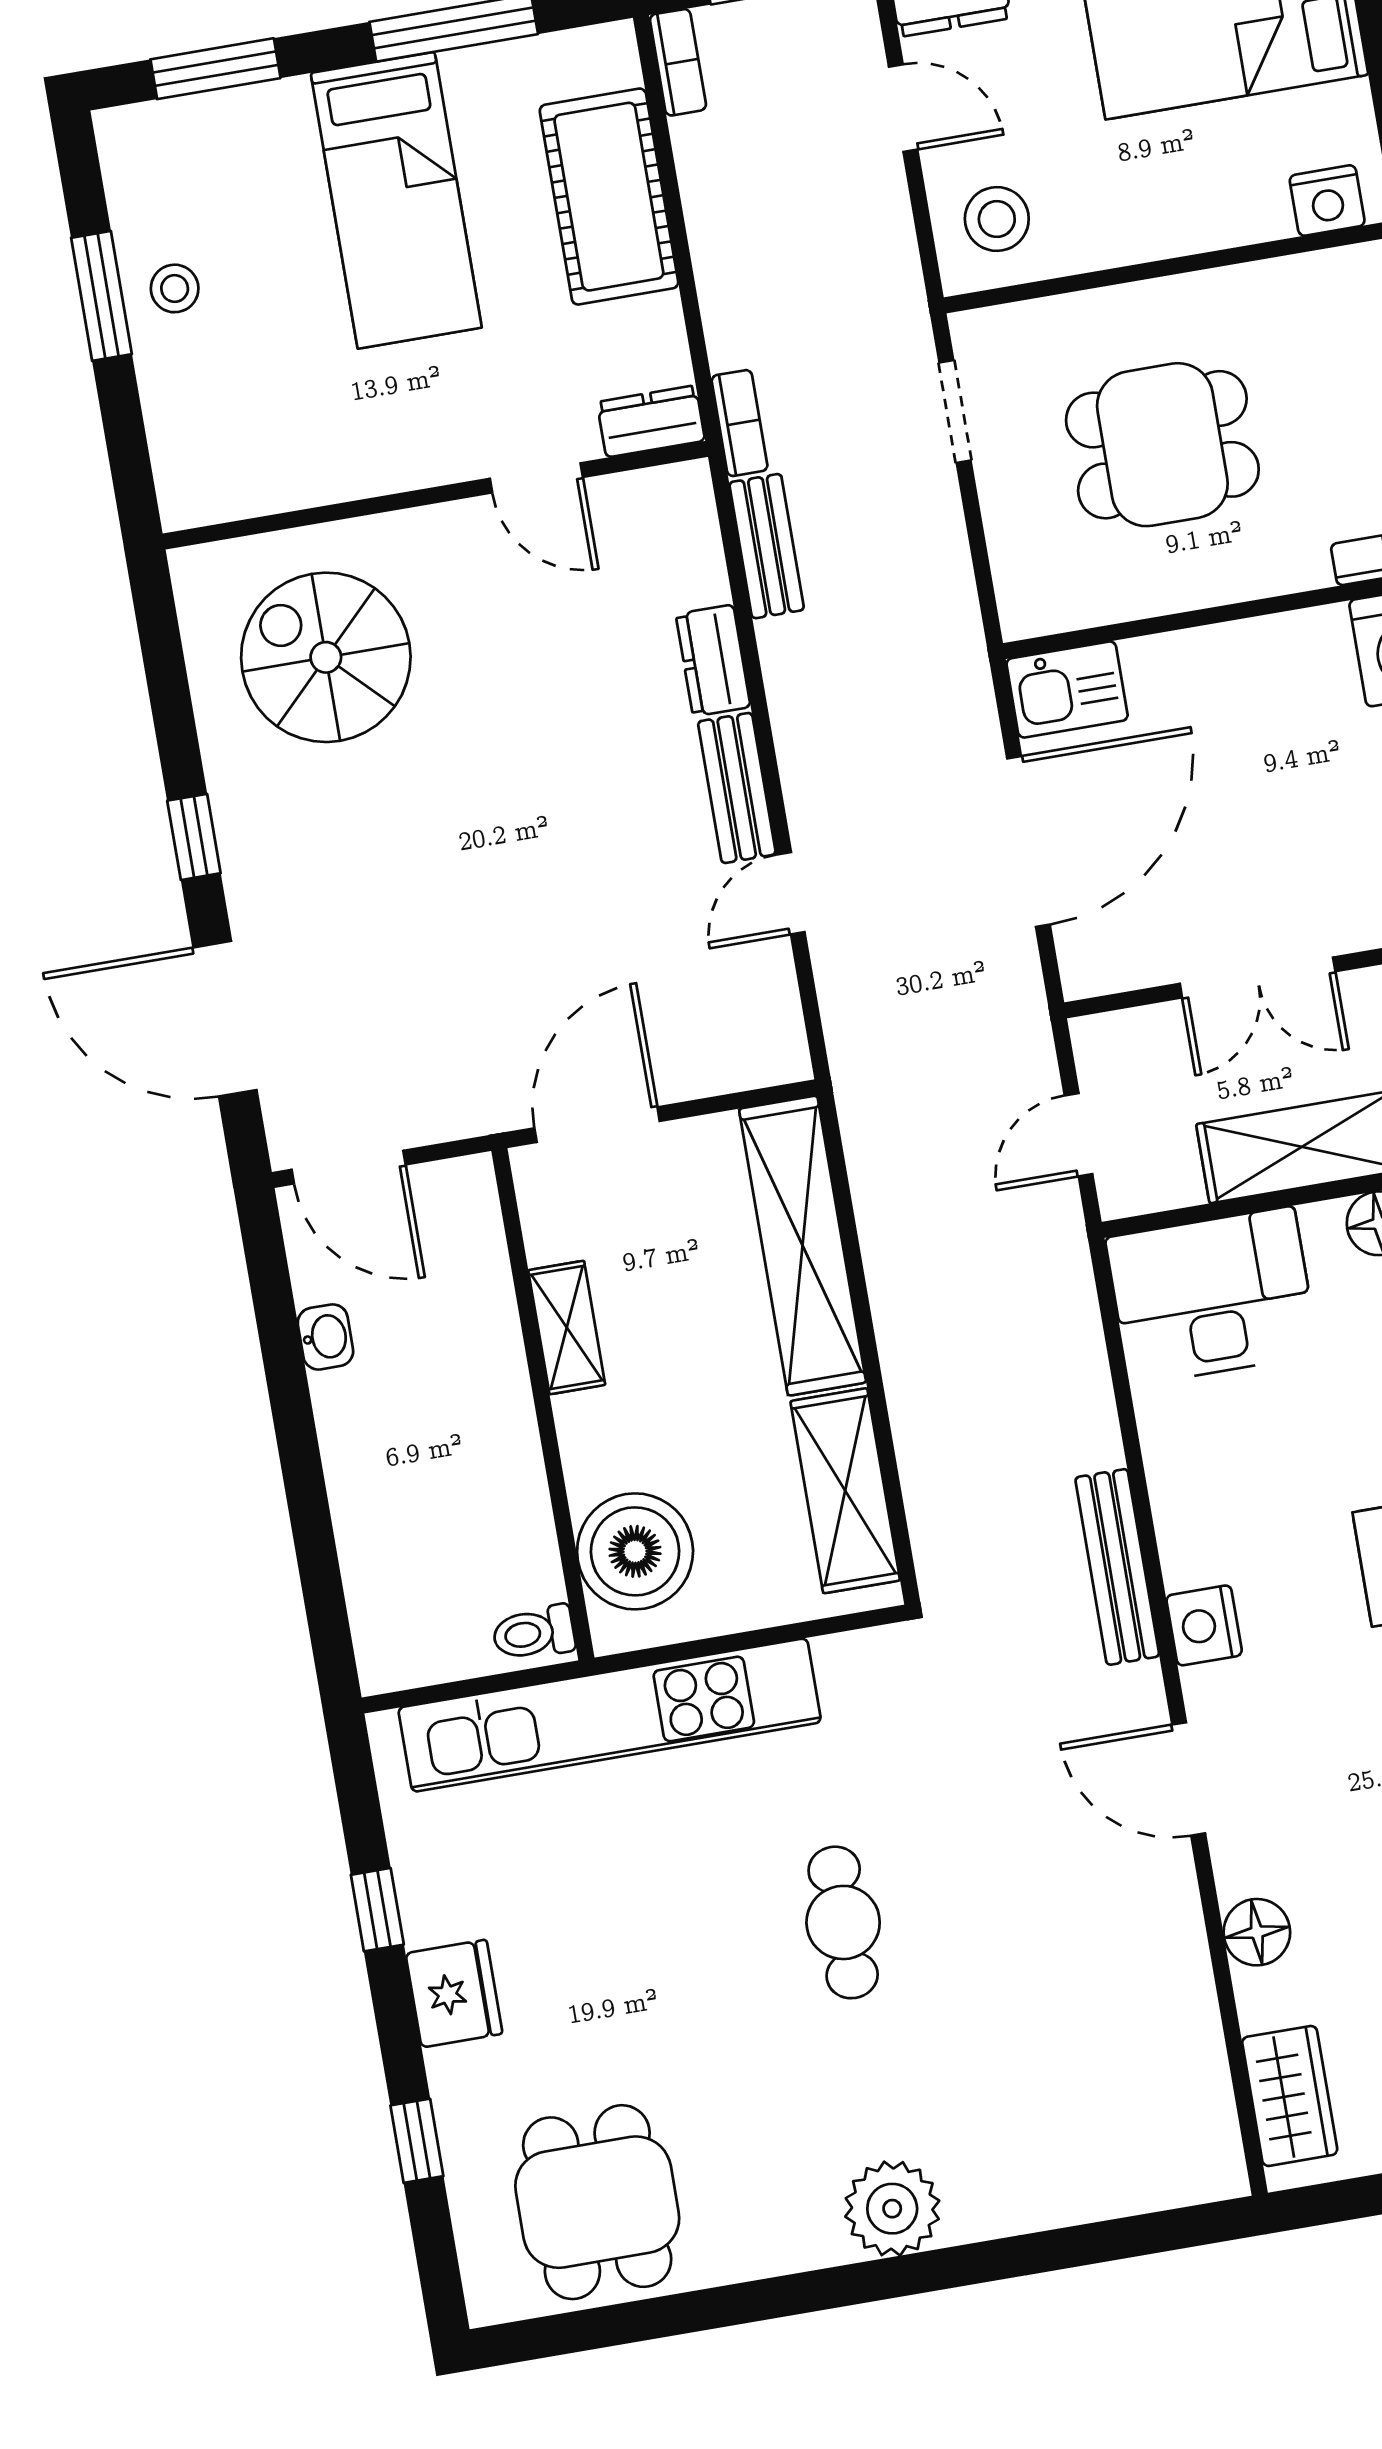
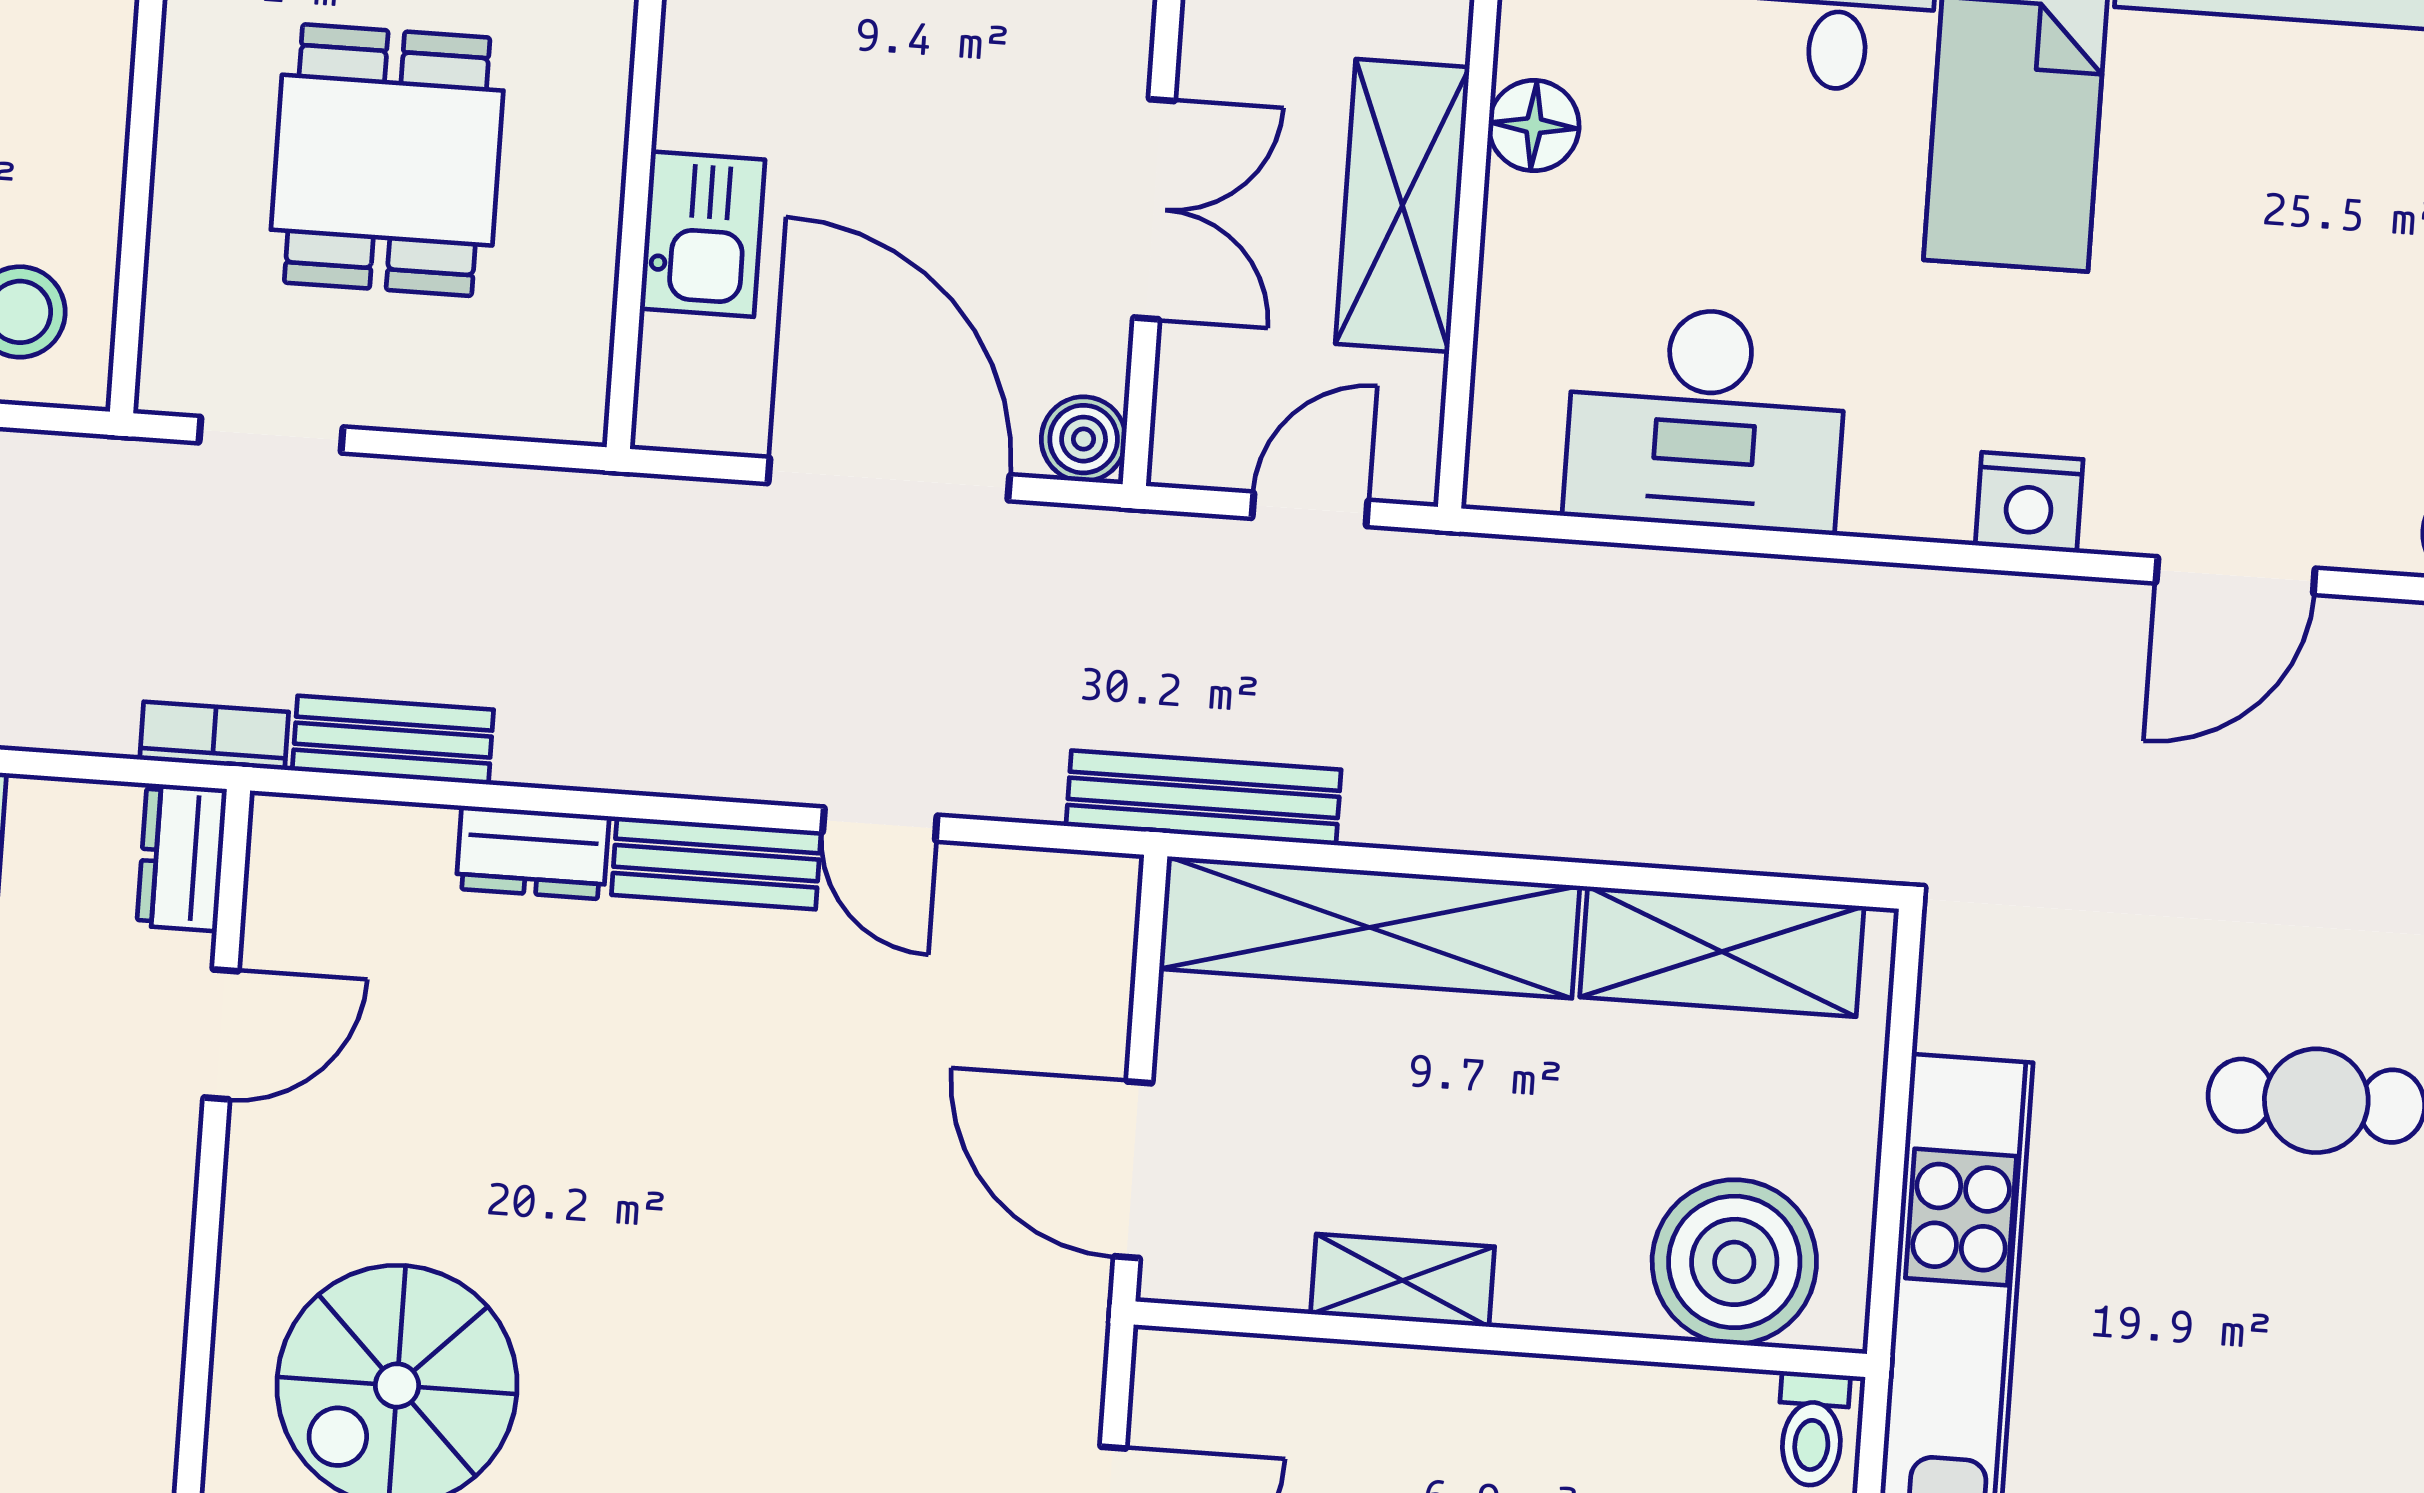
kitchen sink: (1067, 690) -> (702, 234), moved
boiler: (1089, 968) -> (1084, 439), added
door: (1079, 1135) -> (1310, 509), swing flipped
desk: (1212, 1296) -> (1706, 419), moved, turned -90
bench: (1117, 1567) -> (1204, 798), moved

